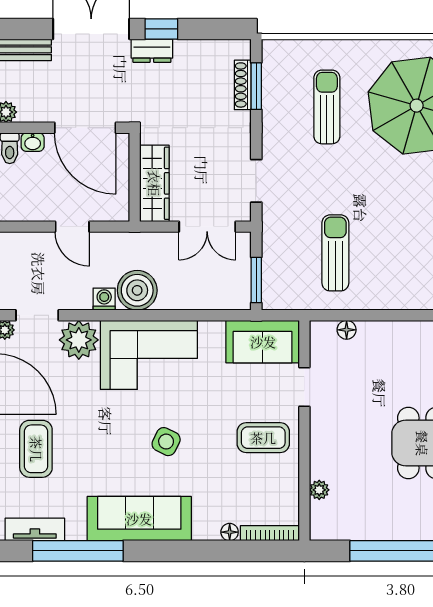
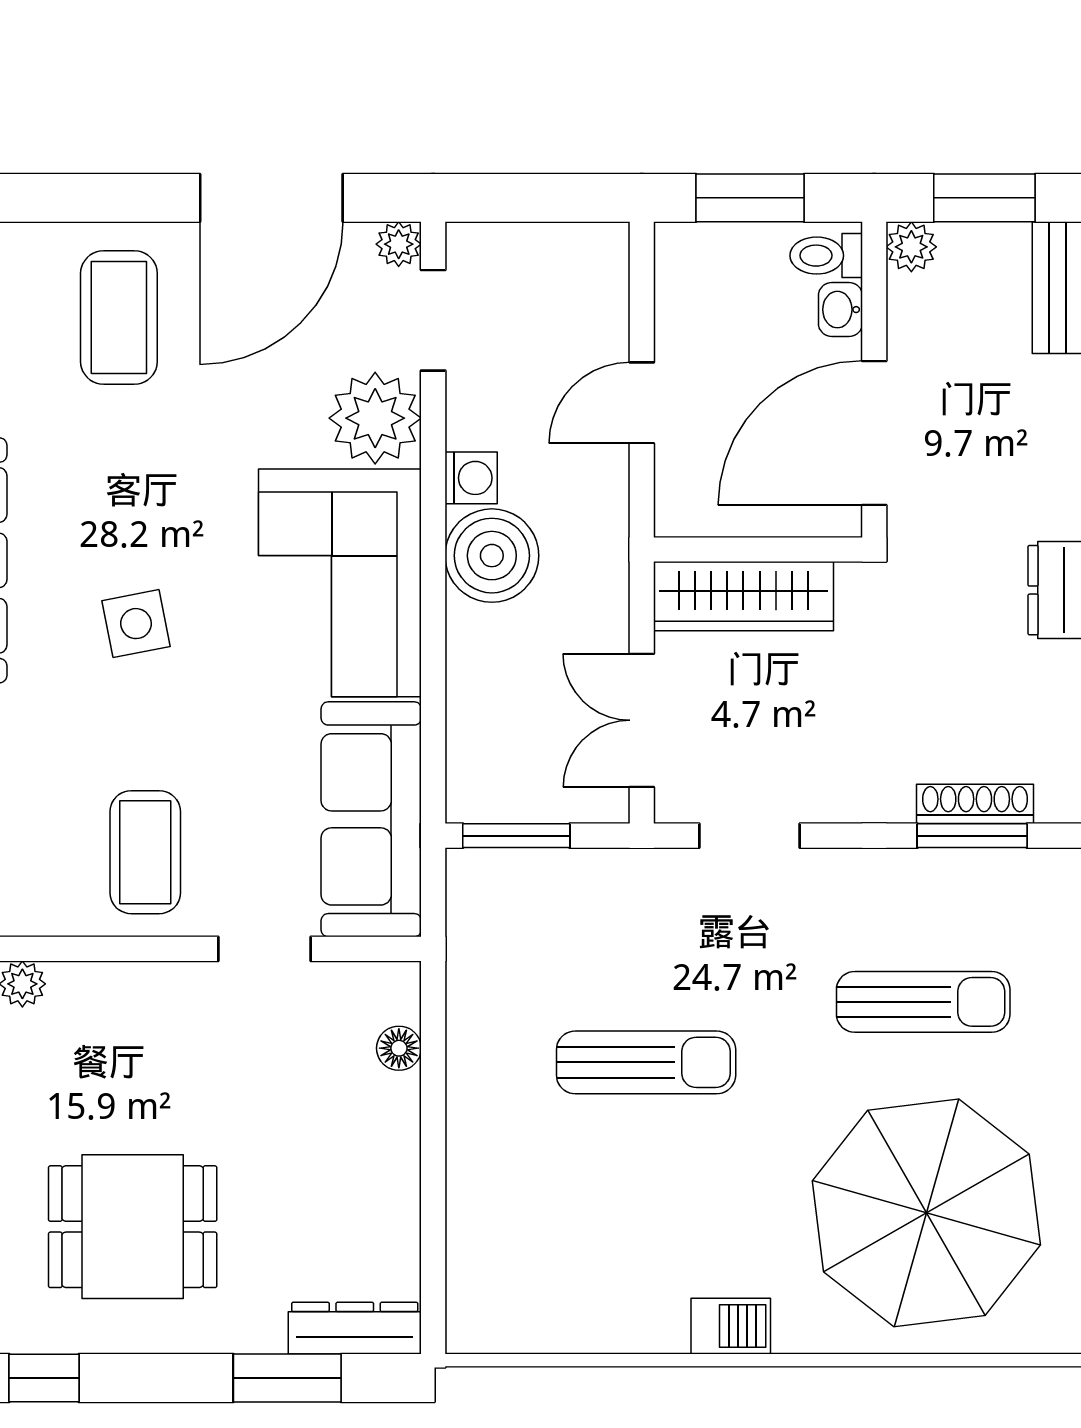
sun lounger: (335, 253) -> (646, 1062), moved
sofa: (263, 342) -> (371, 819), width x1.36
side table: (166, 442) -> (136, 624), turned -37
coffee table: (36, 449) -> (119, 317), turned 90

